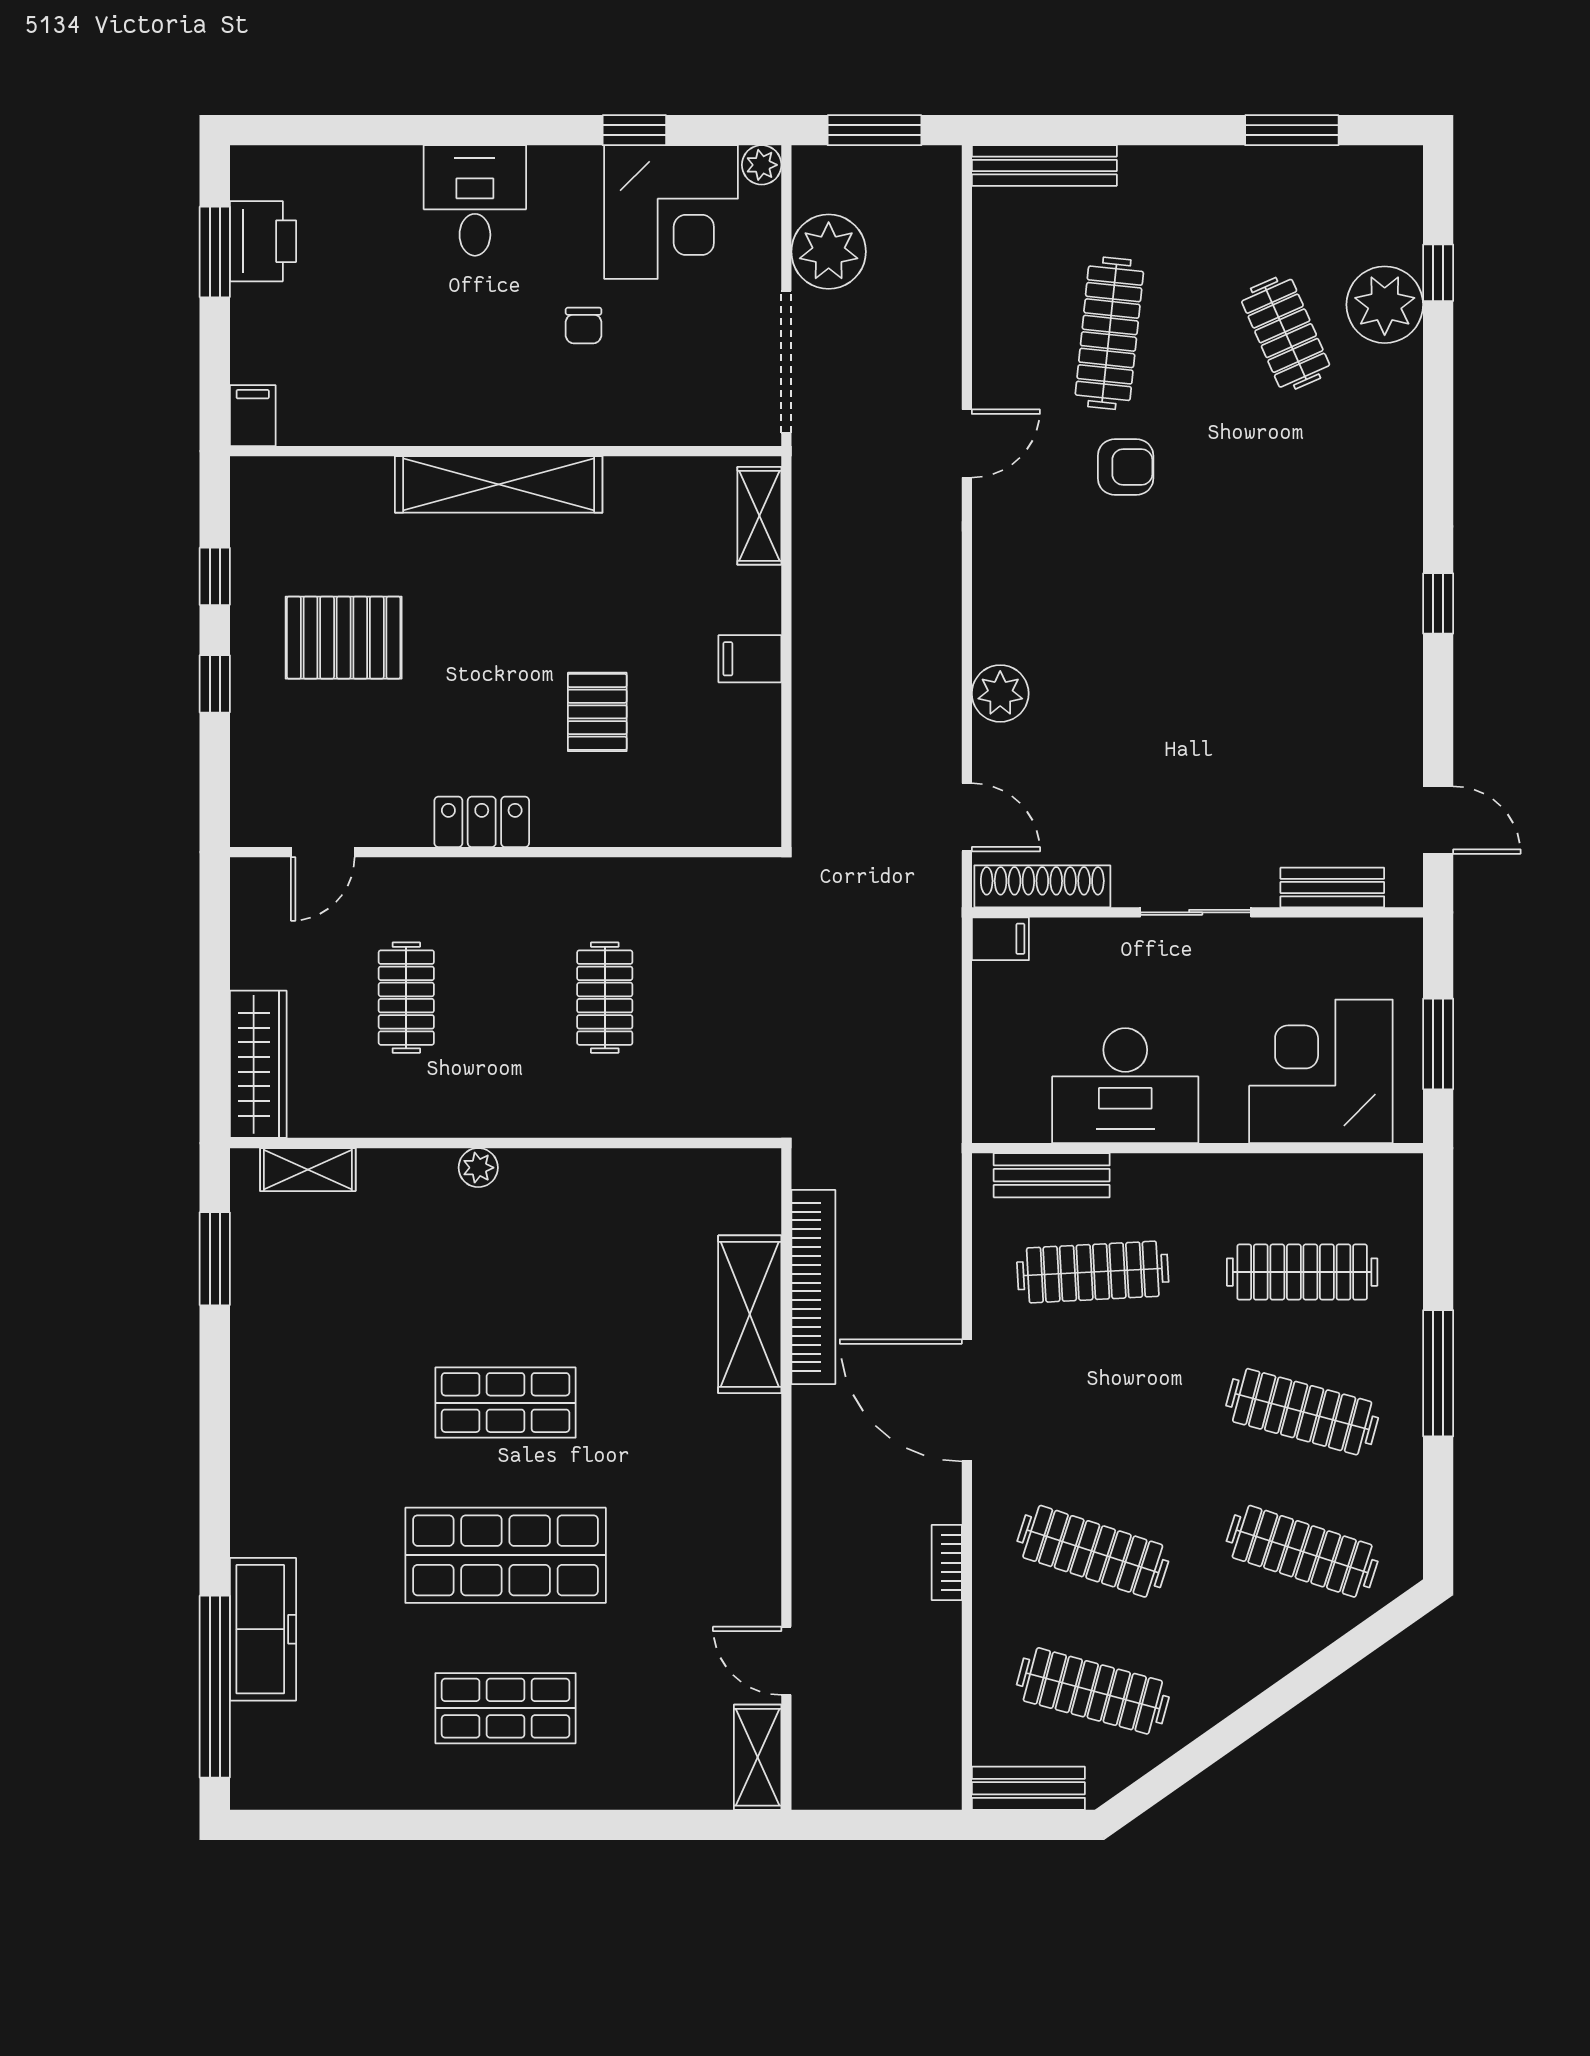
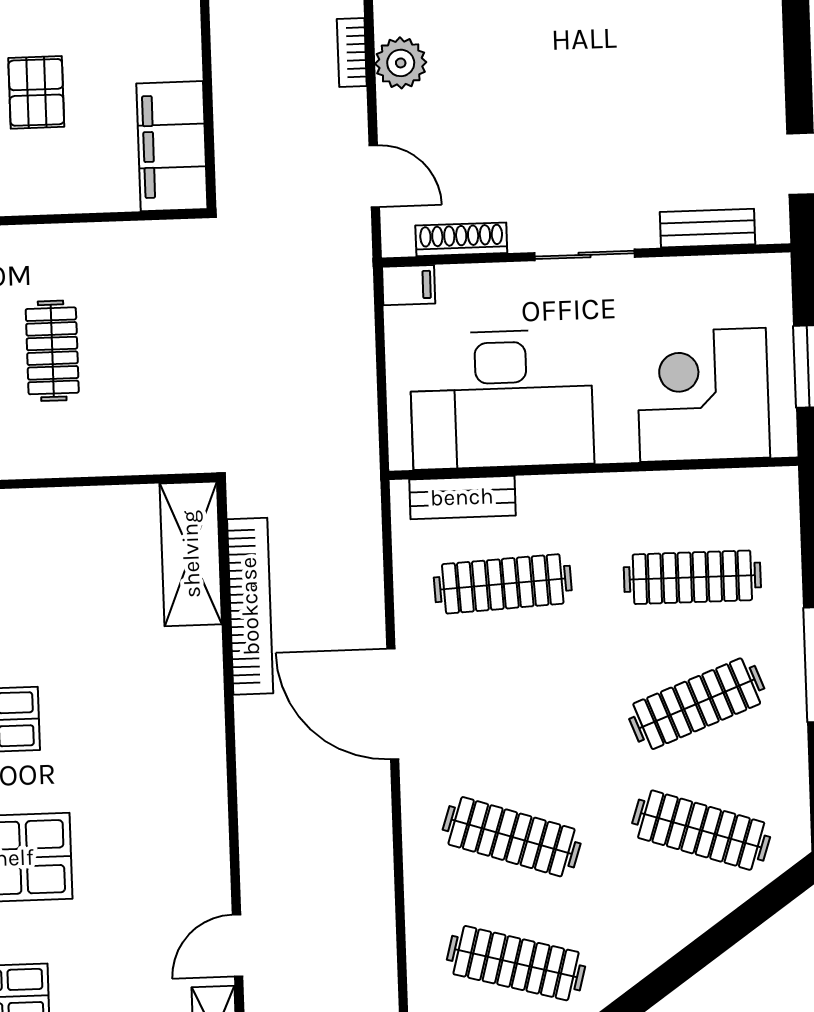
filing cabinet: (750, 659) -> (172, 146), moved, width x3.00, depth x1.17
shoe rack: (1042, 886) -> (461, 239), width x0.74, depth x0.81
desk: (1125, 1086) -> (502, 399), width x1.36, depth x1.30
shelving: (750, 1314) -> (191, 554), moved
clothes rail: (1302, 1412) -> (697, 704), turned -36
bookcase: (947, 1563) -> (352, 53), moved
door: (786, 1661) -> (238, 946), hinge flipped

